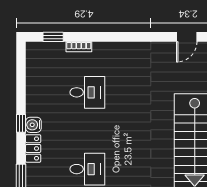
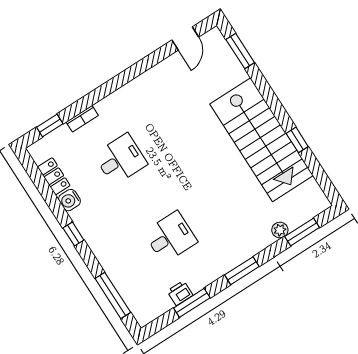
water cooler: (33, 125) -> (69, 200), moved
locker: (33, 148) -> (54, 176), moved

